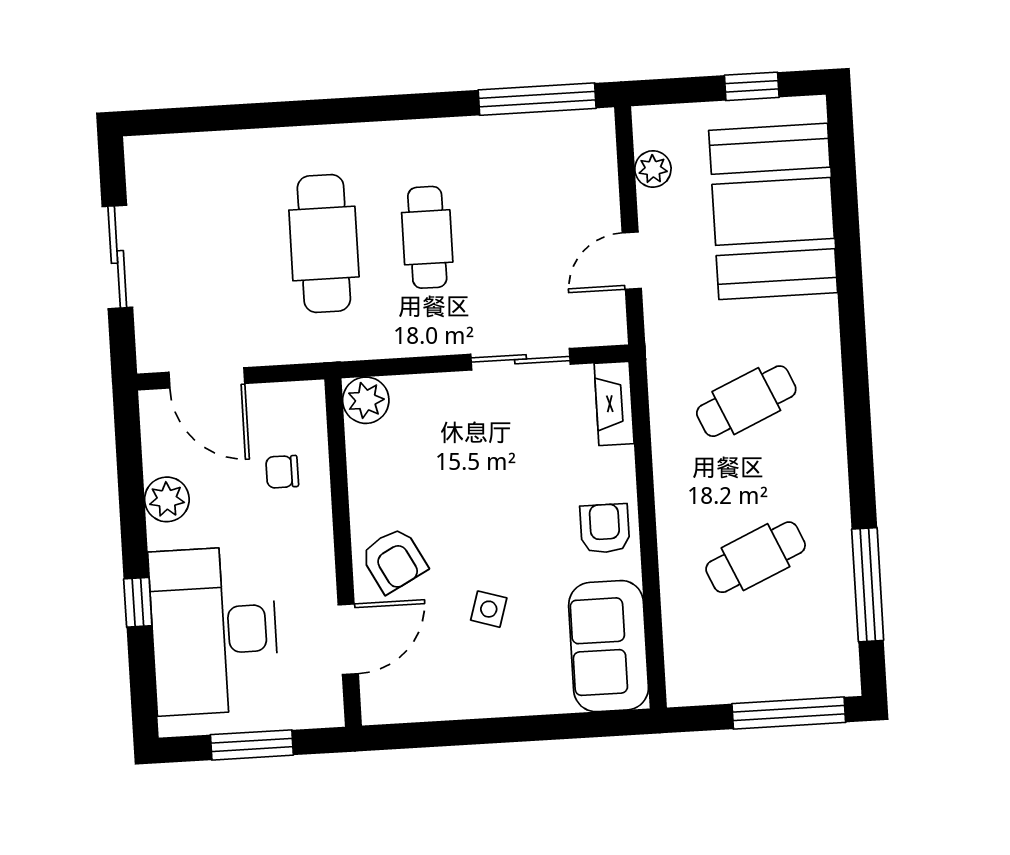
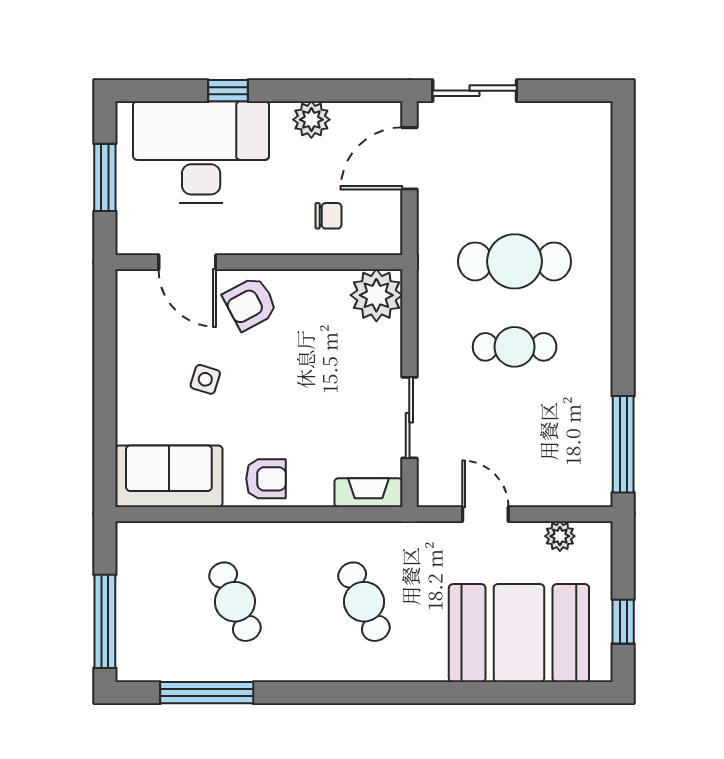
sliding door: (117, 257) -> (475, 91), moved
plant: (366, 400) -> (376, 295), width x1.36, depth x1.36
chair: (282, 472) -> (328, 216), turned 90

